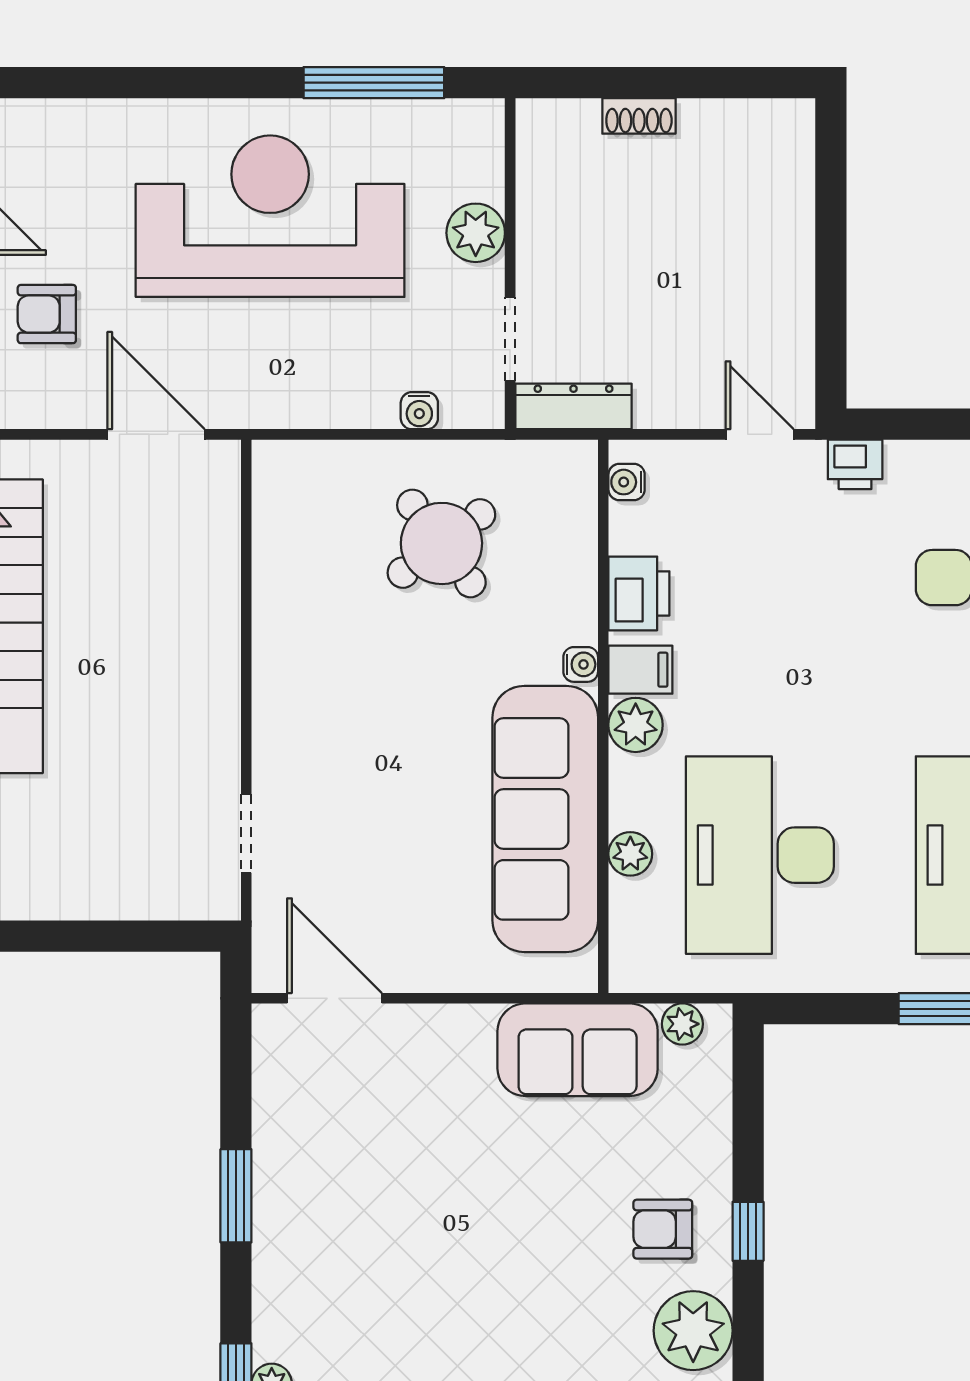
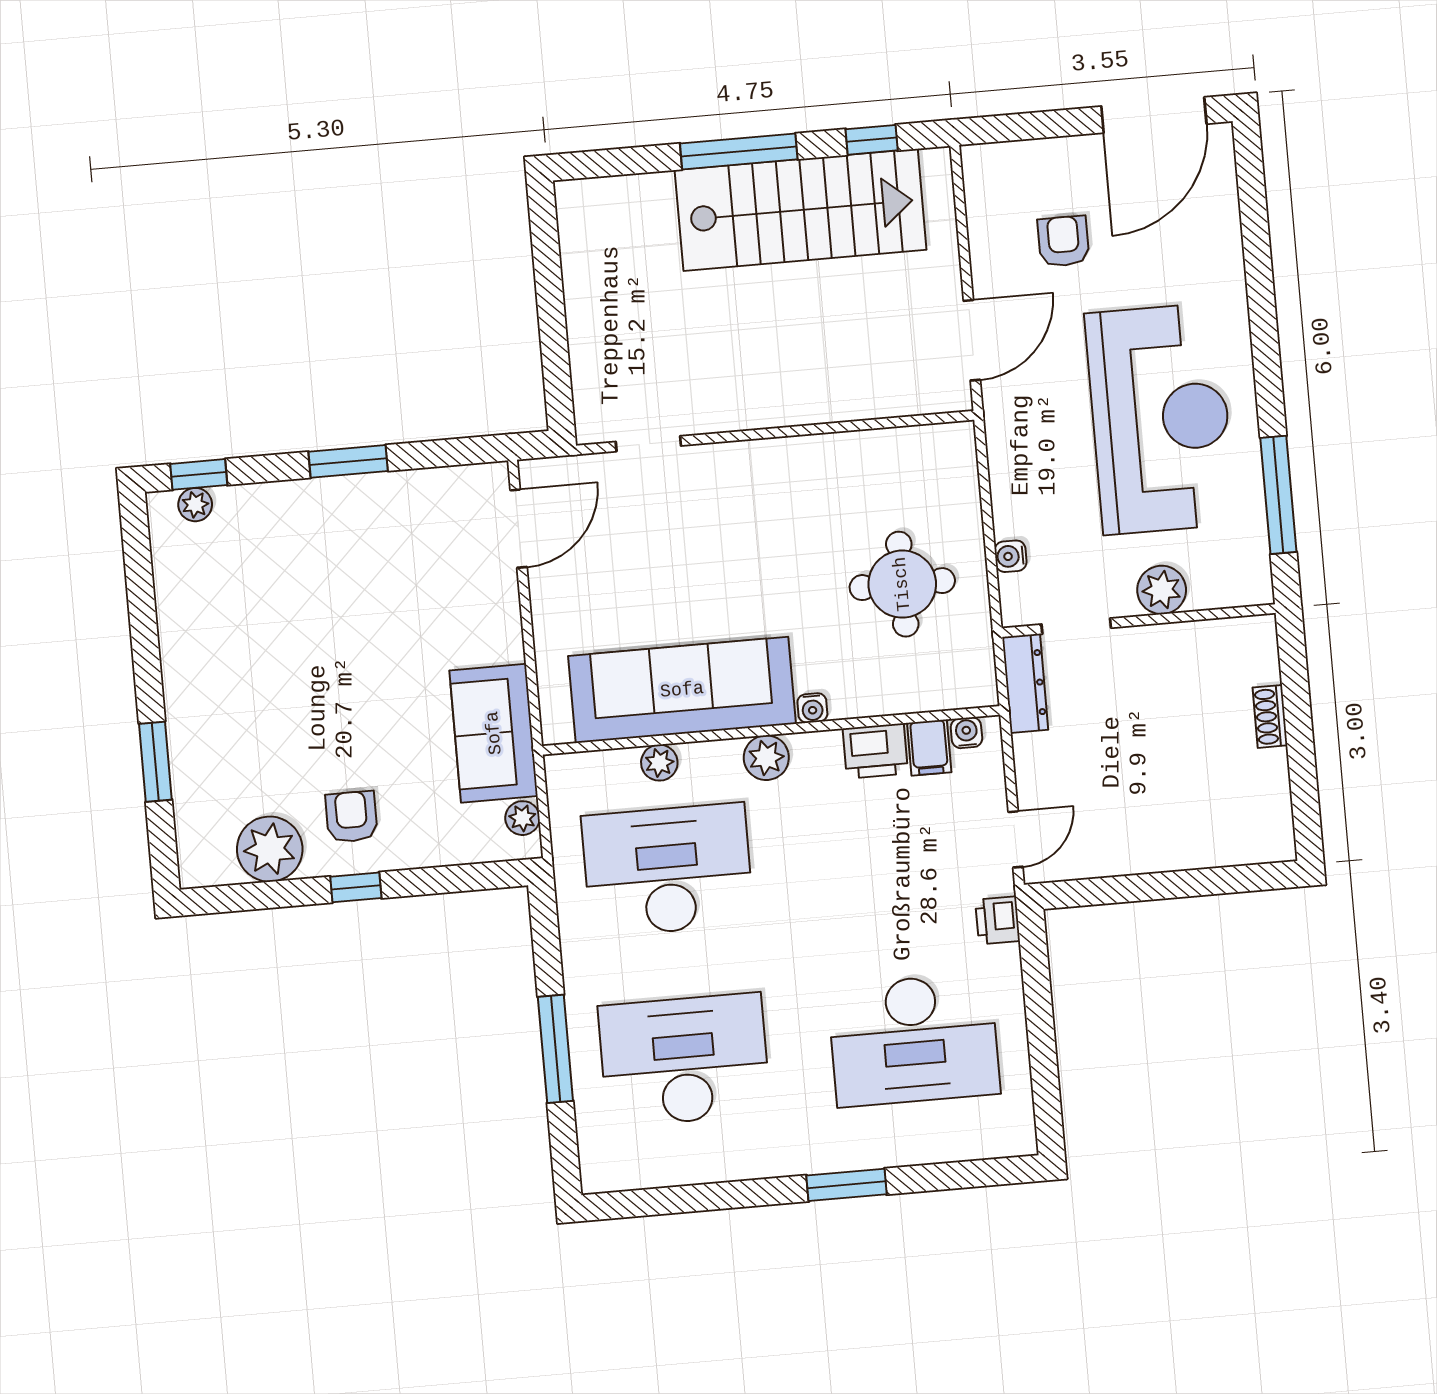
round table: (441, 543) -> (902, 584), turned 37
filing cabinet: (640, 670) -> (929, 748), moved

